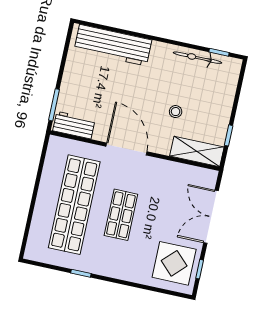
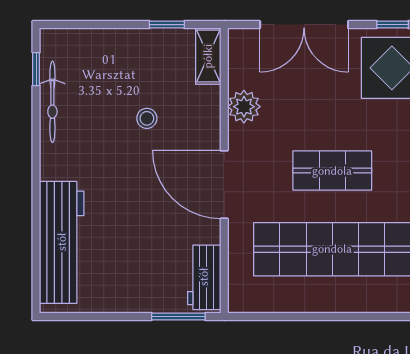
door: (126, 149) -> (224, 185), hinge flipped
shelving: (197, 152) -> (208, 56), width x0.67, depth x0.75
plant: (170, 171) -> (244, 107), added

